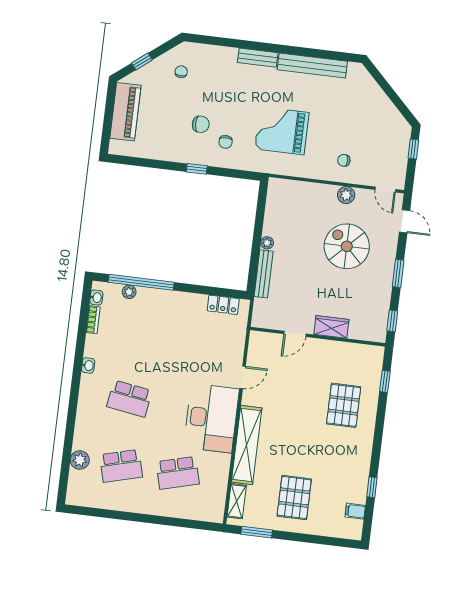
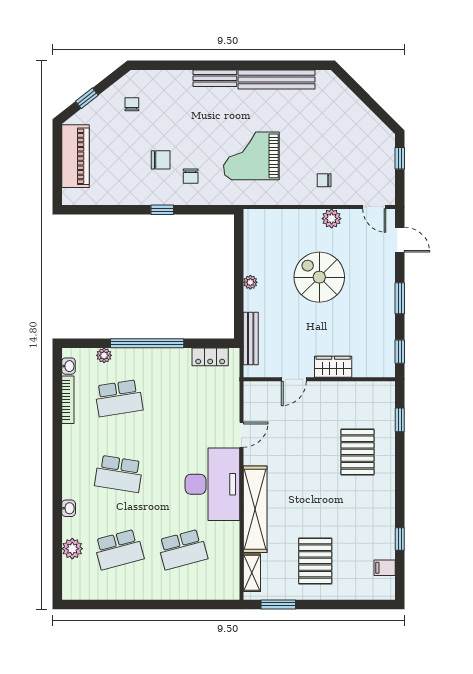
spiral stairs: (347, 246) -> (319, 277), moved
bench: (264, 274) -> (251, 338), moved
window: (141, 282) -> (147, 343), moved
bookcase: (93, 320) -> (68, 400), width x1.56
school desk: (138, 331) -> (119, 398), added
washbasin: (88, 365) -> (69, 508), moved

